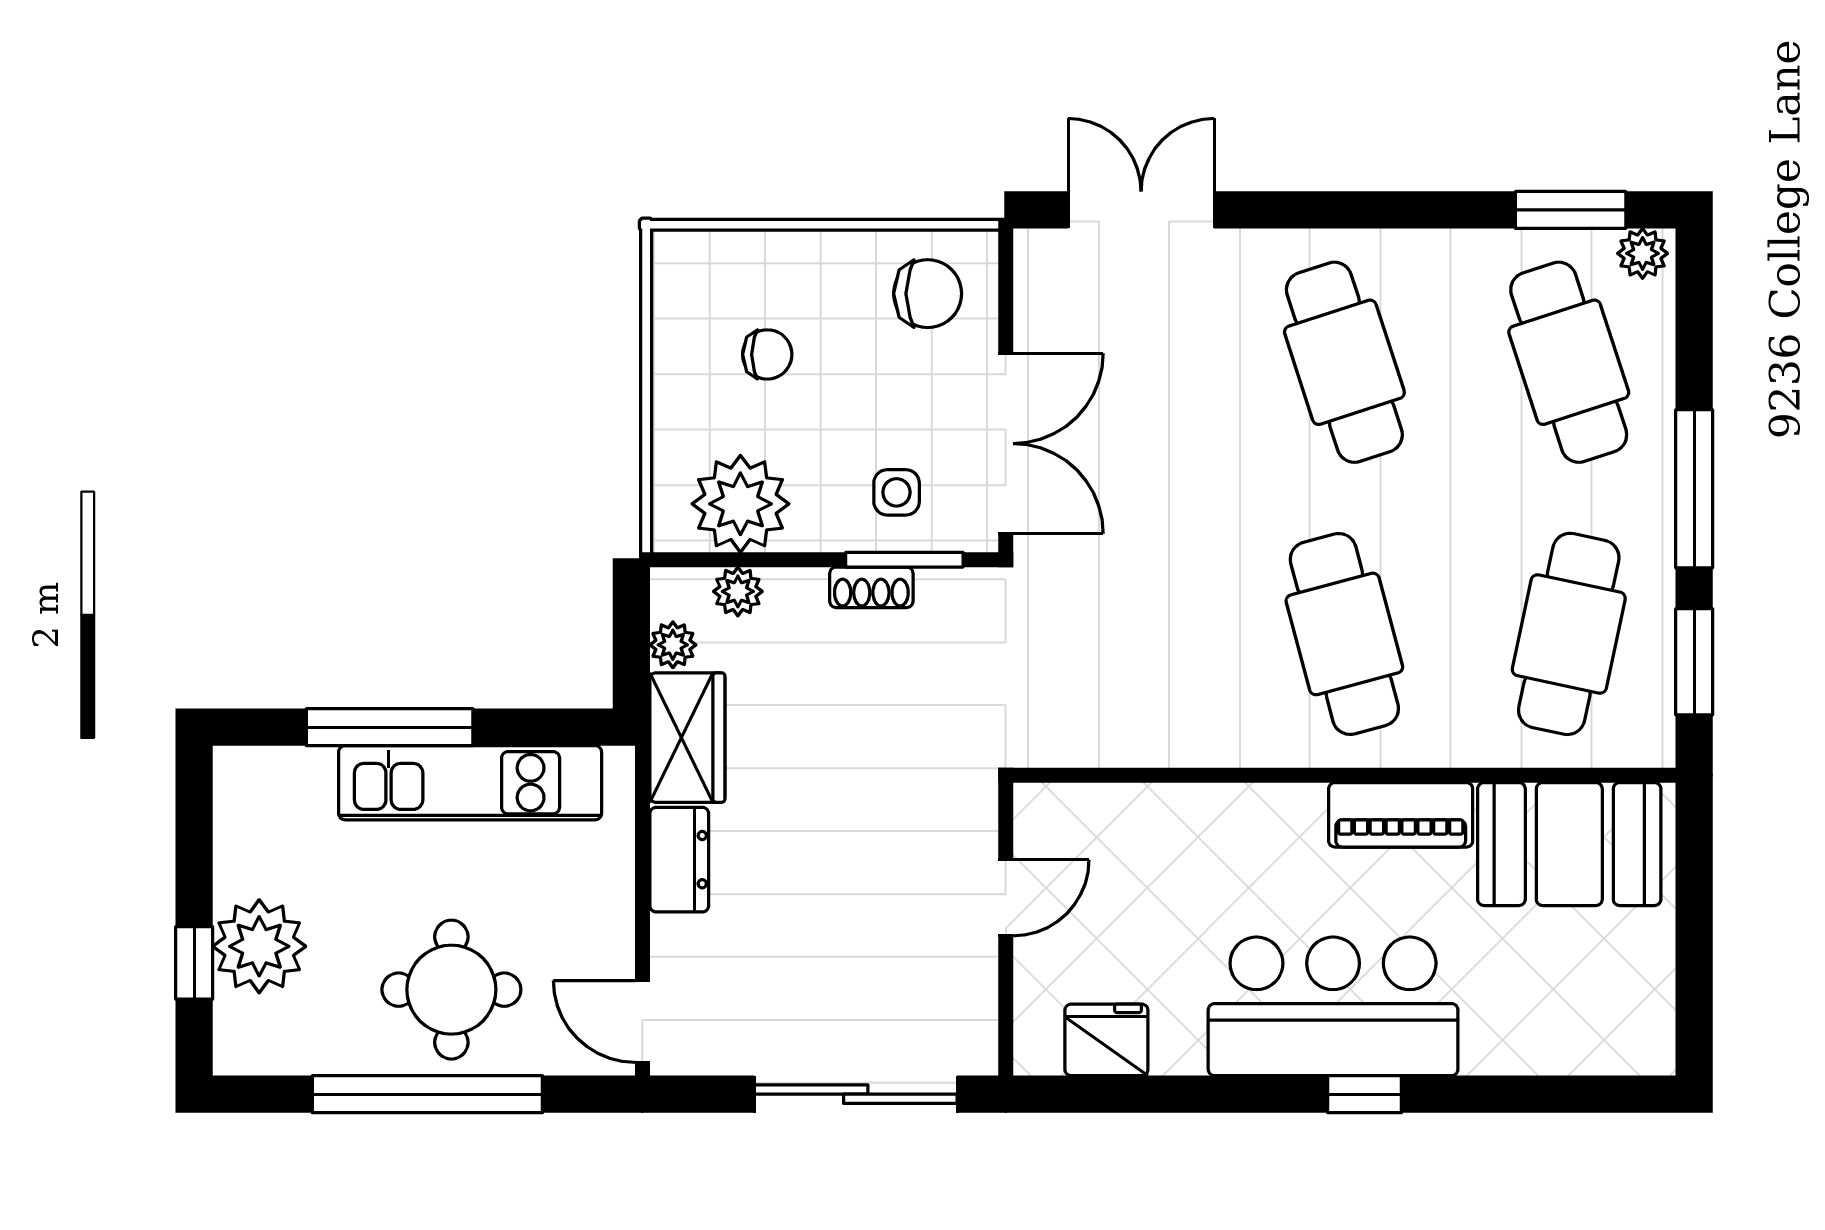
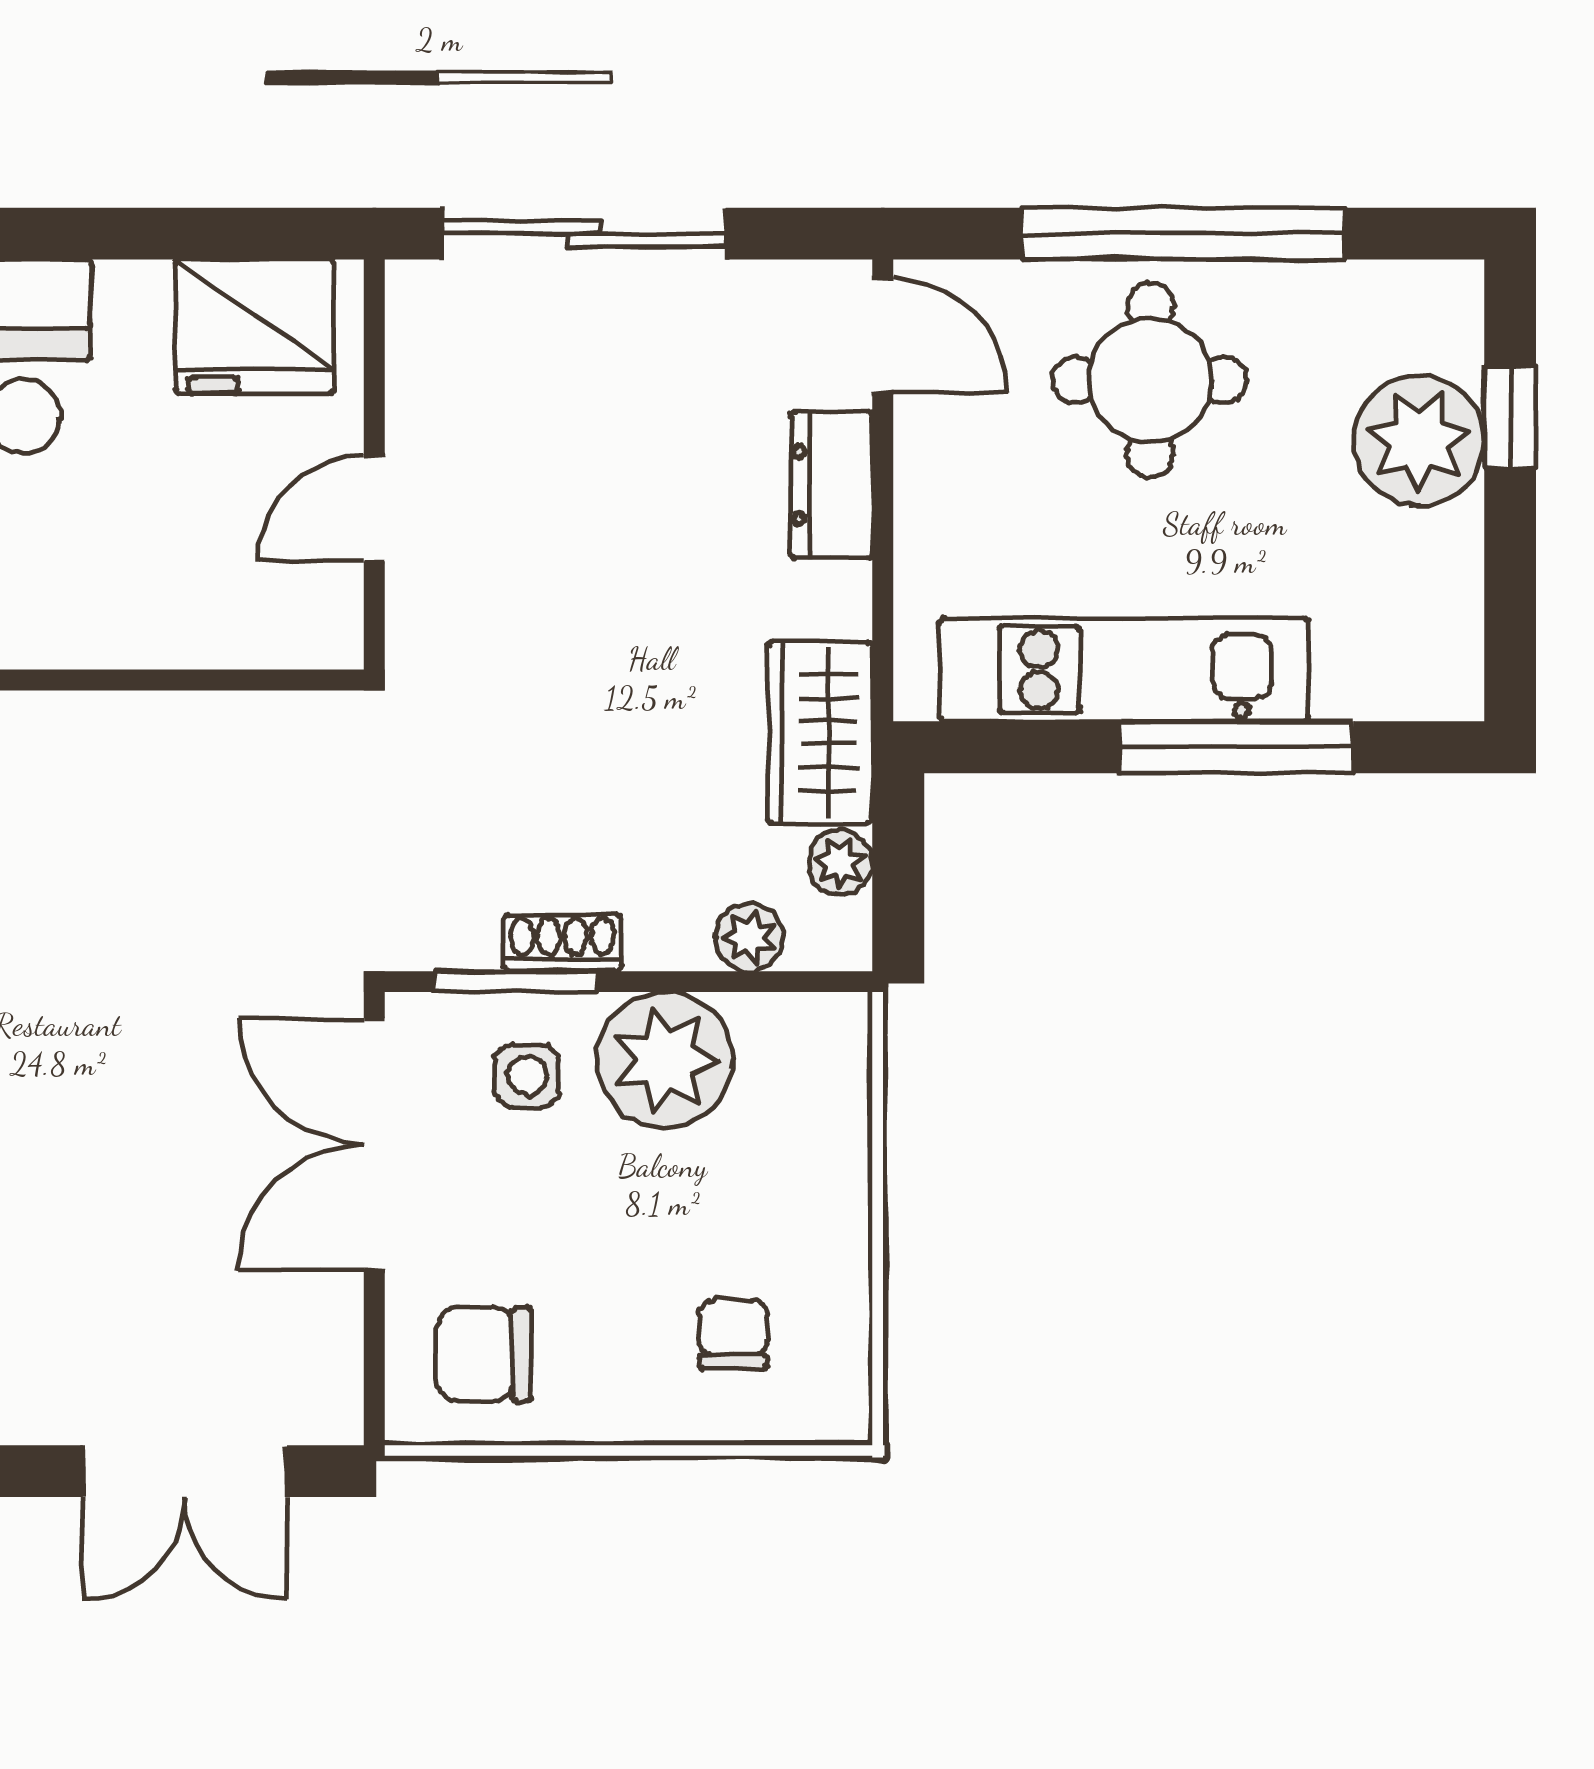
chair: (767, 354) -> (734, 1334), moved, turned 90
plant: (740, 504) -> (665, 1060), moved
dresser: (679, 860) -> (831, 485), moved
fridge: (1106, 1040) -> (254, 327), width x1.36, depth x1.34

